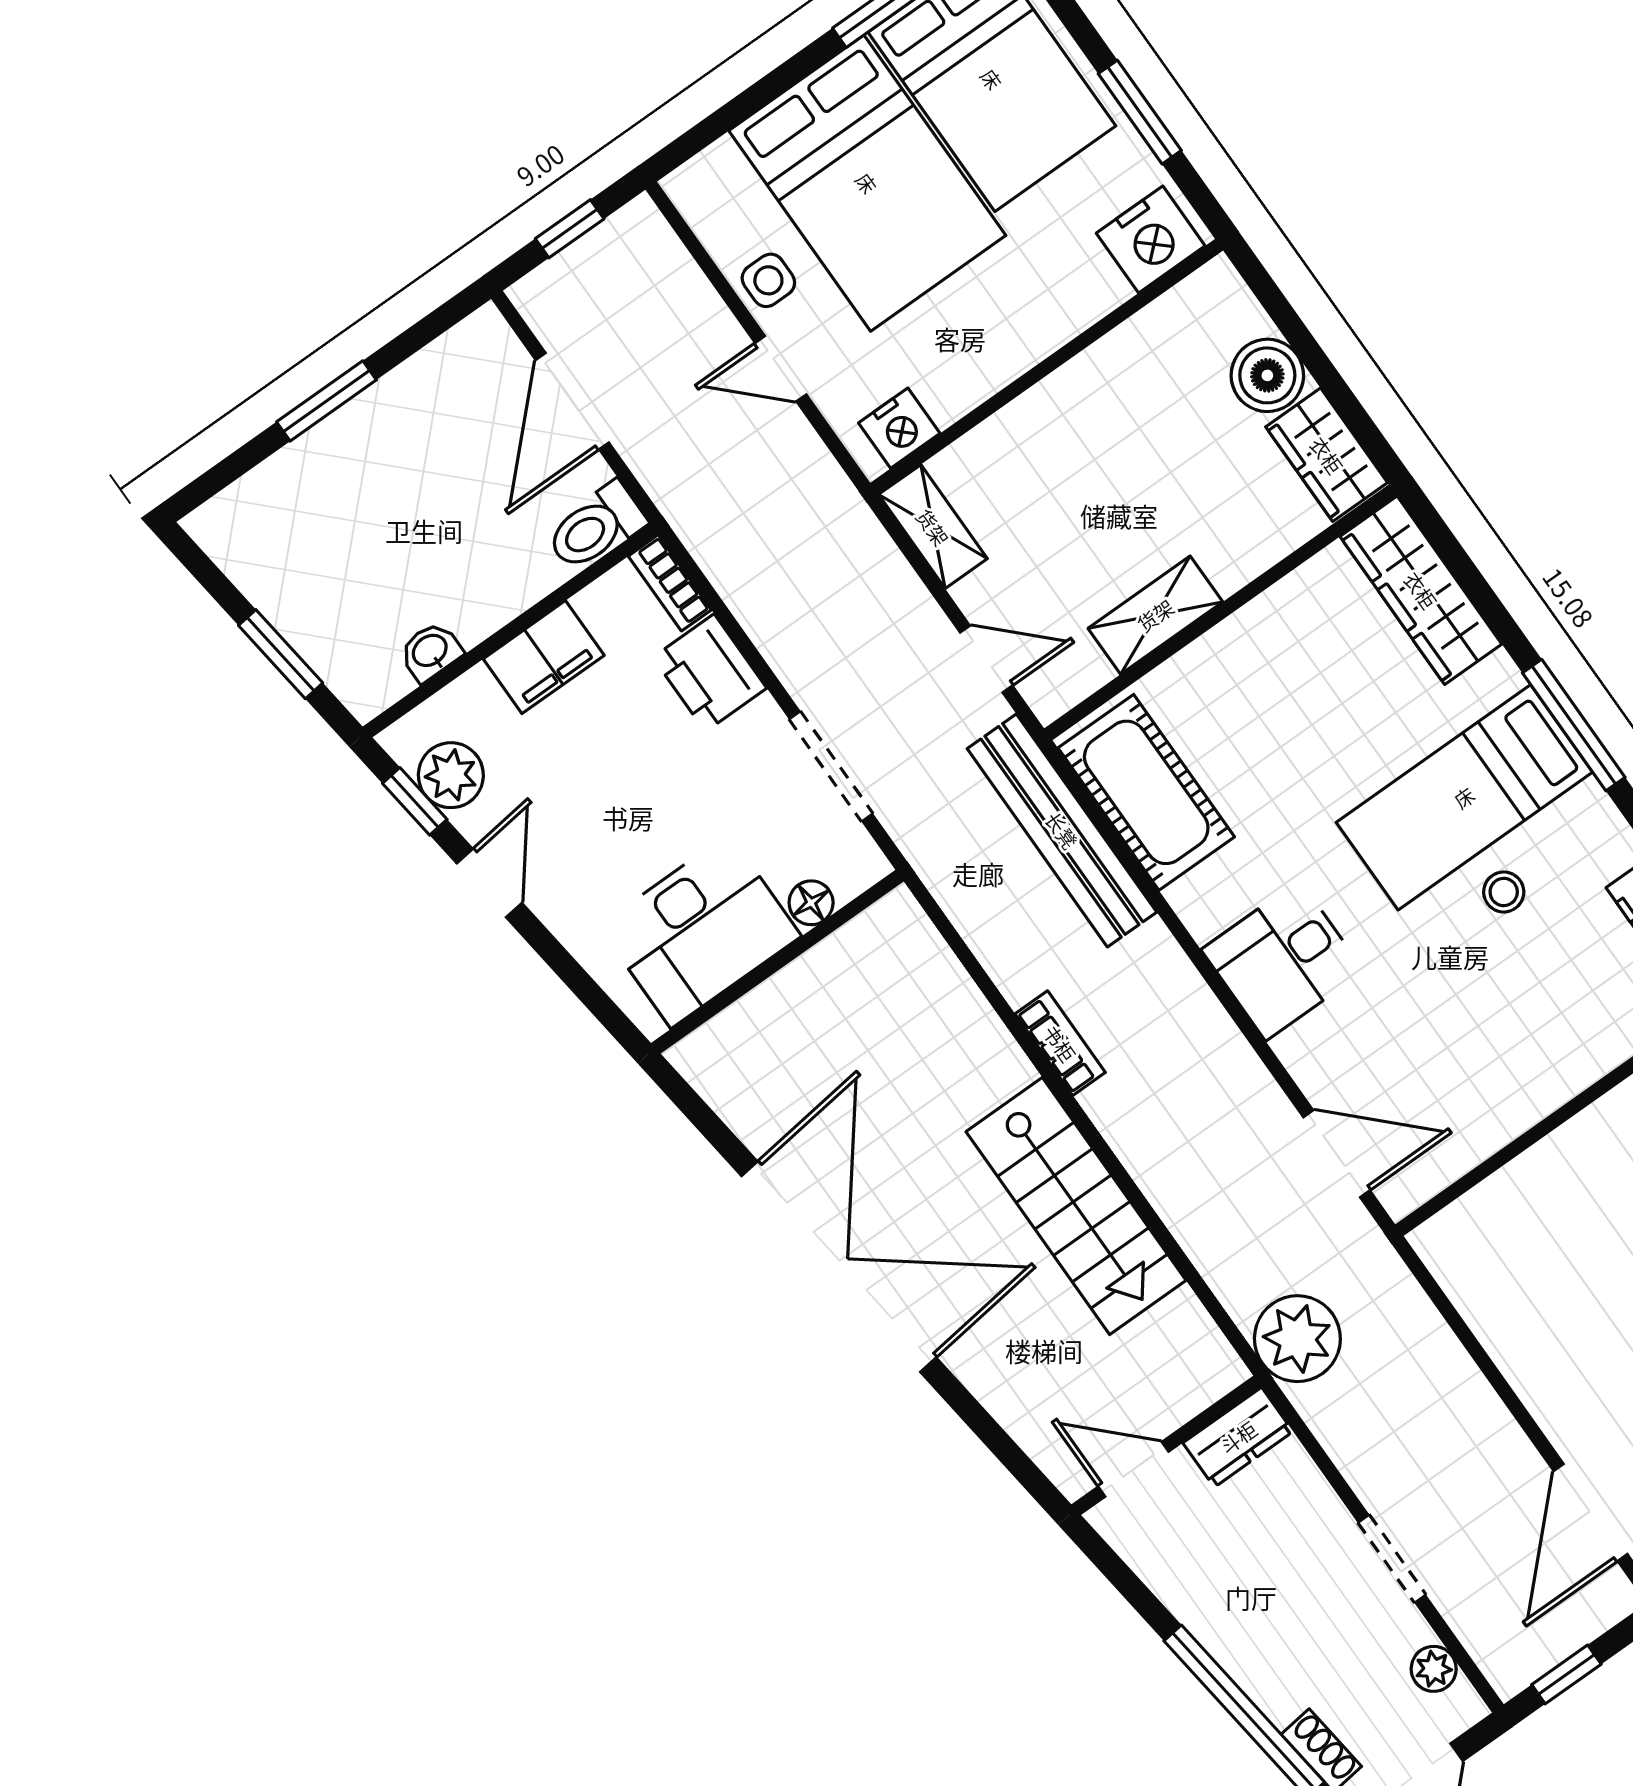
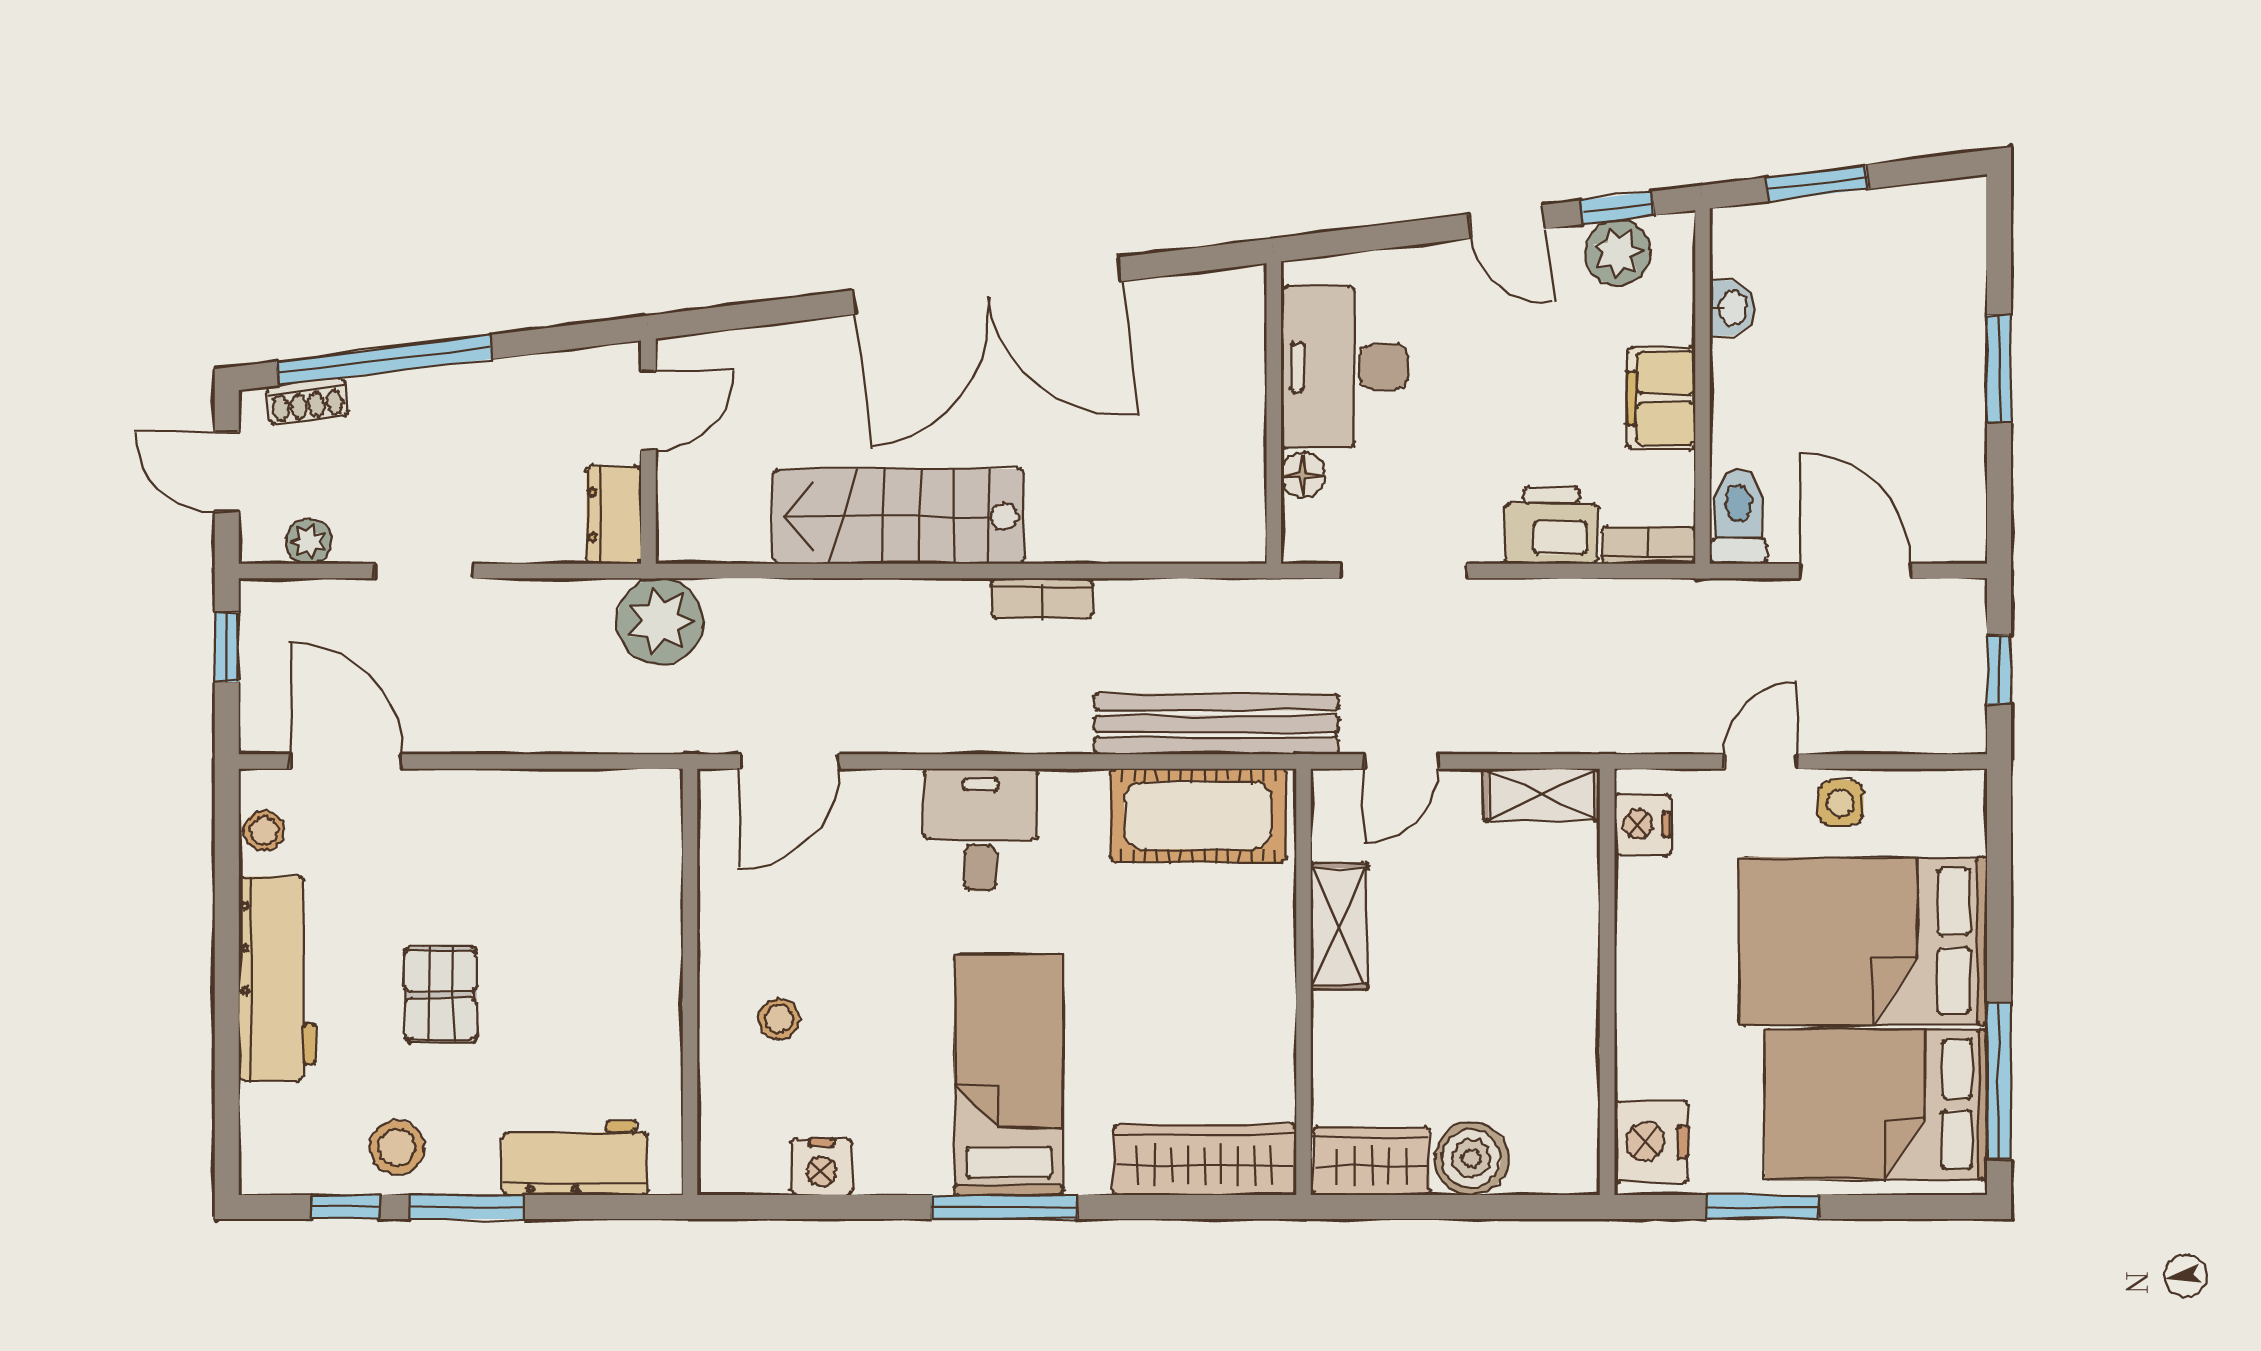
stool: (1504, 892) -> (779, 1019), moved

